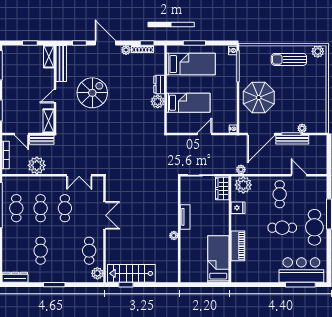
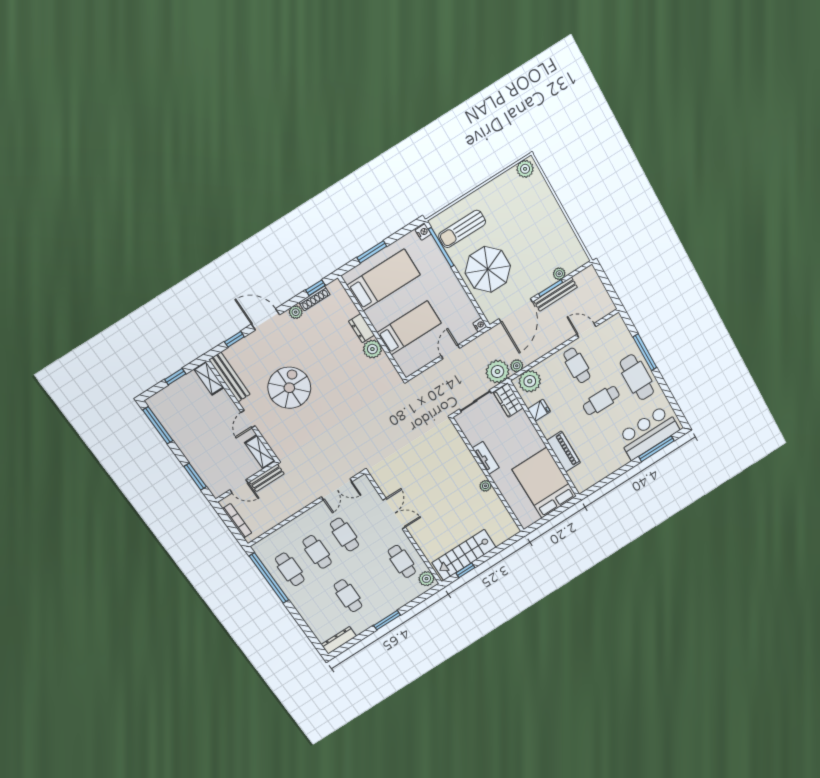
sun lounger: (289, 59) -> (462, 229), moved
plant: (37, 165) -> (497, 372), moved
bed: (218, 259) -> (544, 483), width x1.50

